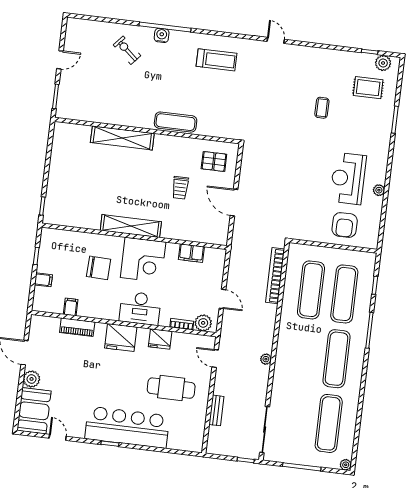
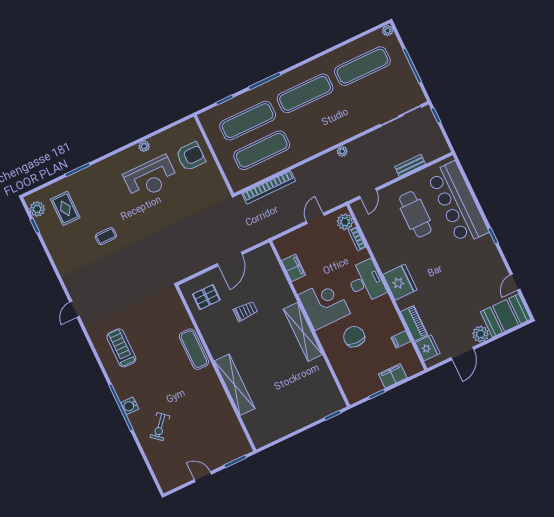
pallet: (214, 161) -> (206, 297), turned 90
filing cabinet: (43, 280) -> (393, 376), width x2.00
fridge: (160, 339) -> (428, 348), moved
bar counter: (127, 427) -> (458, 203), moved

